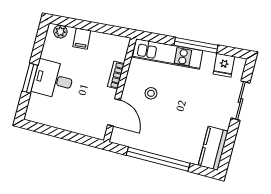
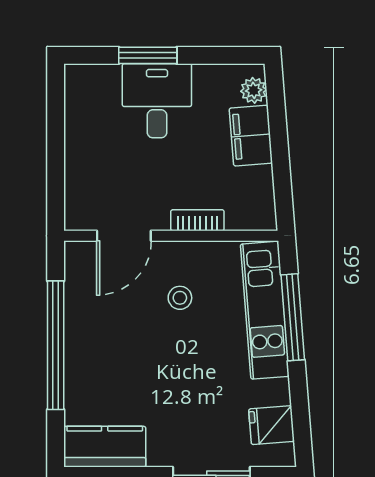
filing cabinet: (82, 39) -> (251, 136), width x2.00
window: (196, 45) -> (293, 317), moved

